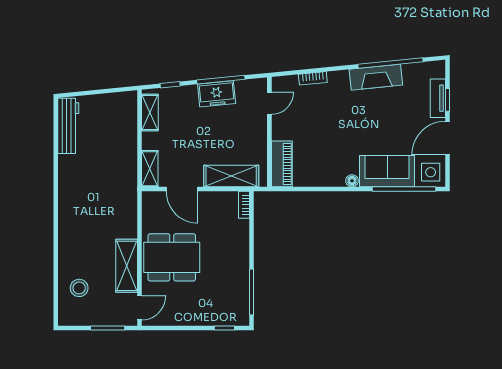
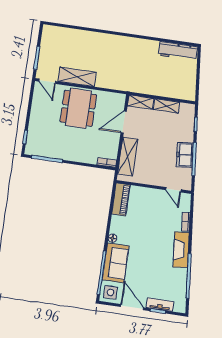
fireplace: (376, 77) -> (181, 250), moved
shelving: (150, 112) -> (166, 106), moved
piano: (282, 164) -> (121, 200), moved, turned -90
stool: (79, 288) -> (67, 42), removed

